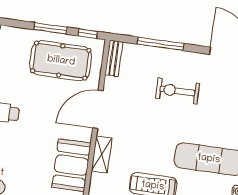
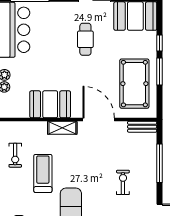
window: (88, 34) -> (160, 43), moved
exercise bike: (177, 91) -> (123, 182), width x0.73, depth x0.72

